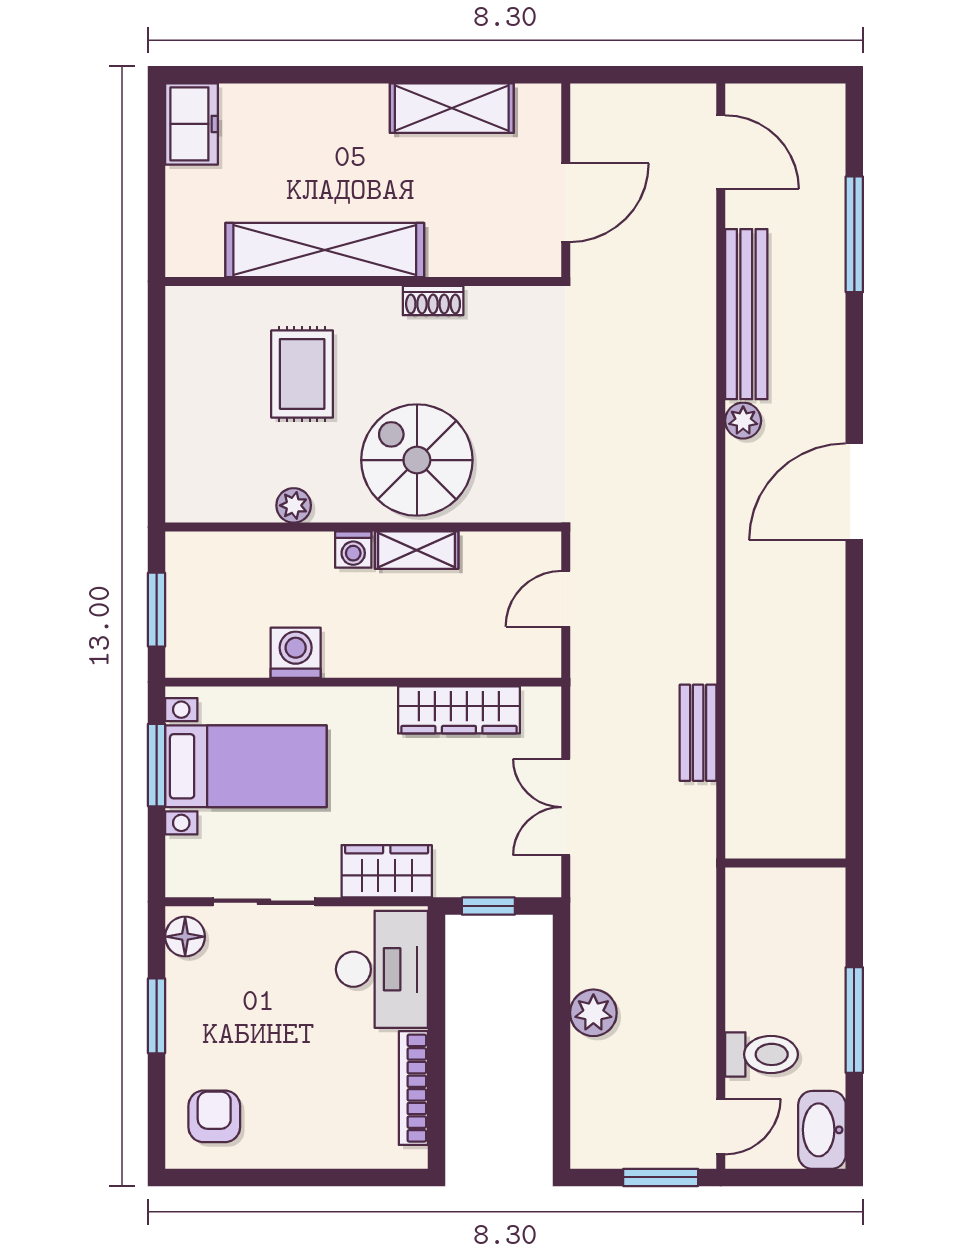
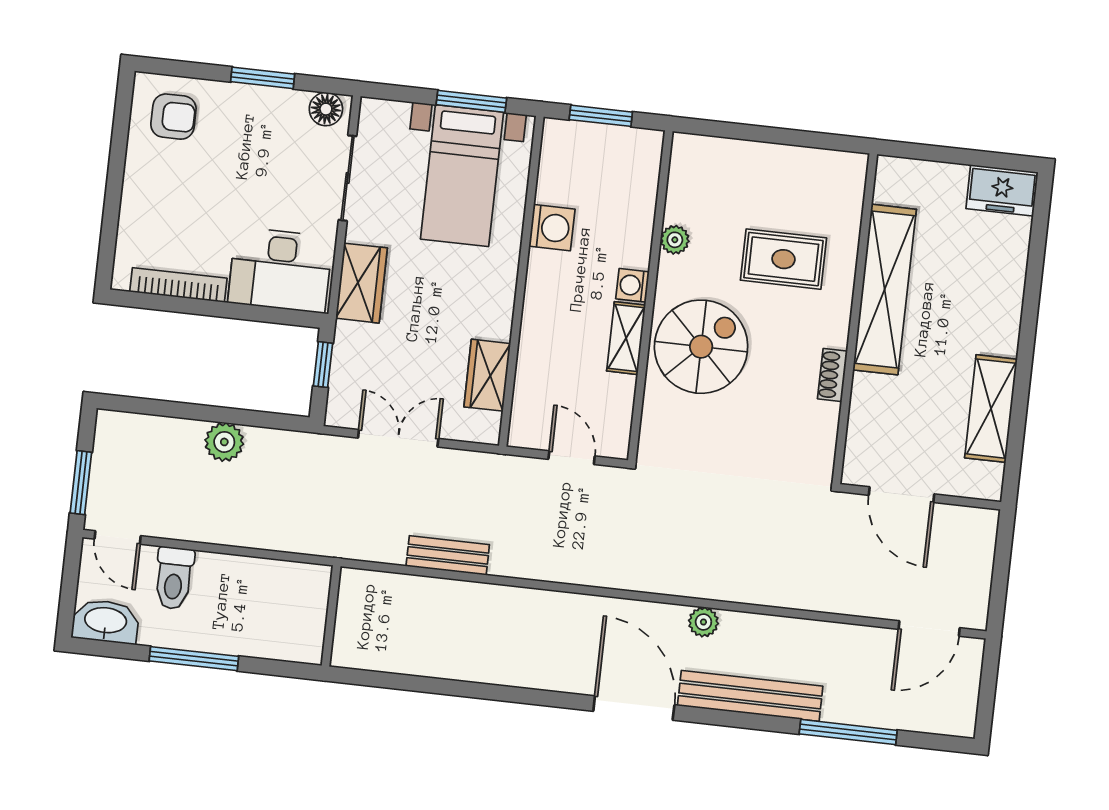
bench: (746, 314) -> (750, 696), moved
wardrobe: (459, 710) -> (487, 375), width x0.67

